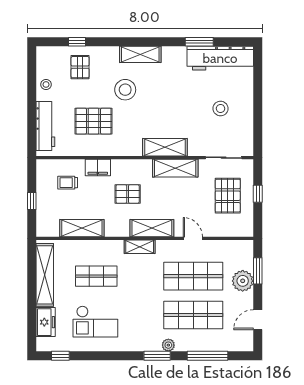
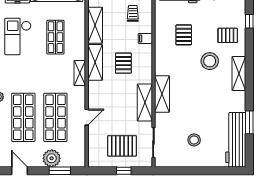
pallet: (80, 67) -> (228, 35), moved
pallet: (93, 121) -> (184, 35), width x0.67, depth x0.71
filing cabinet: (98, 167) -> (145, 38), width x0.50
shelving: (152, 228) -> (95, 62), moved

